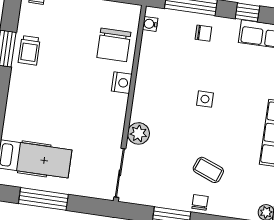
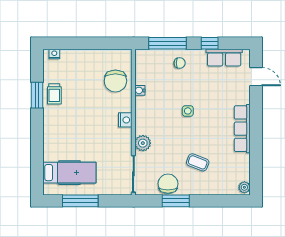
water cooler: (150, 24) -> (140, 90), moved
nightstand: (122, 83) -> (125, 120), moved
chair: (200, 202) -> (168, 184), moved, width x1.87, depth x1.87

